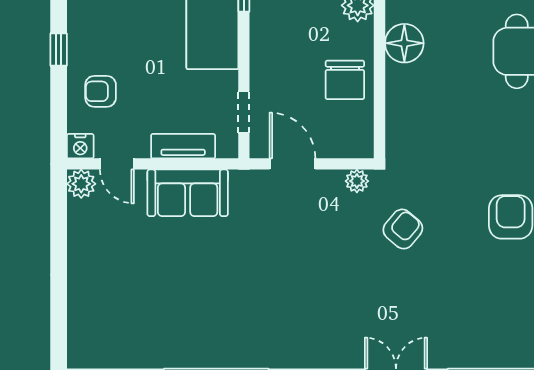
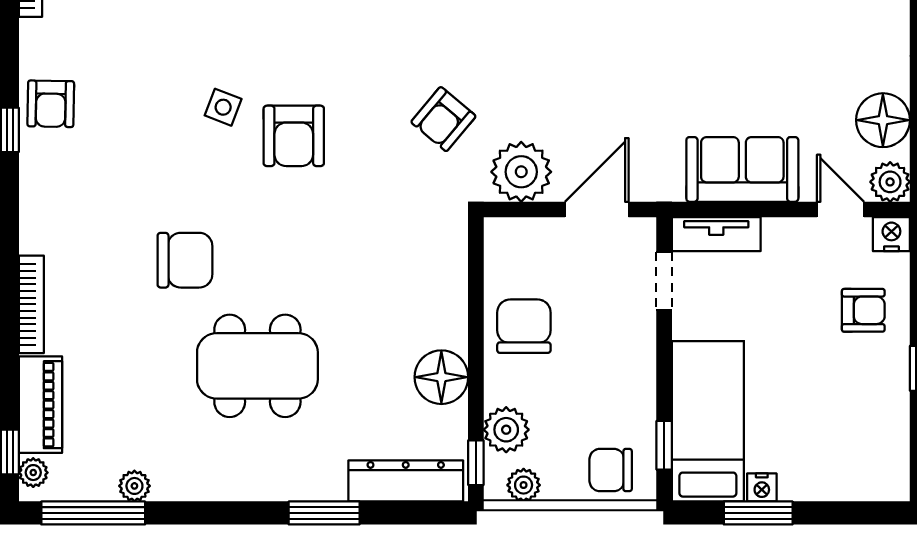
tv unit: (183, 146) -> (716, 234), moved
door: (293, 164) -> (597, 209), swing flipped
plant: (357, 181) -> (521, 172), width x1.88, depth x1.88
floor lamp: (86, 228) -> (883, 120), added

